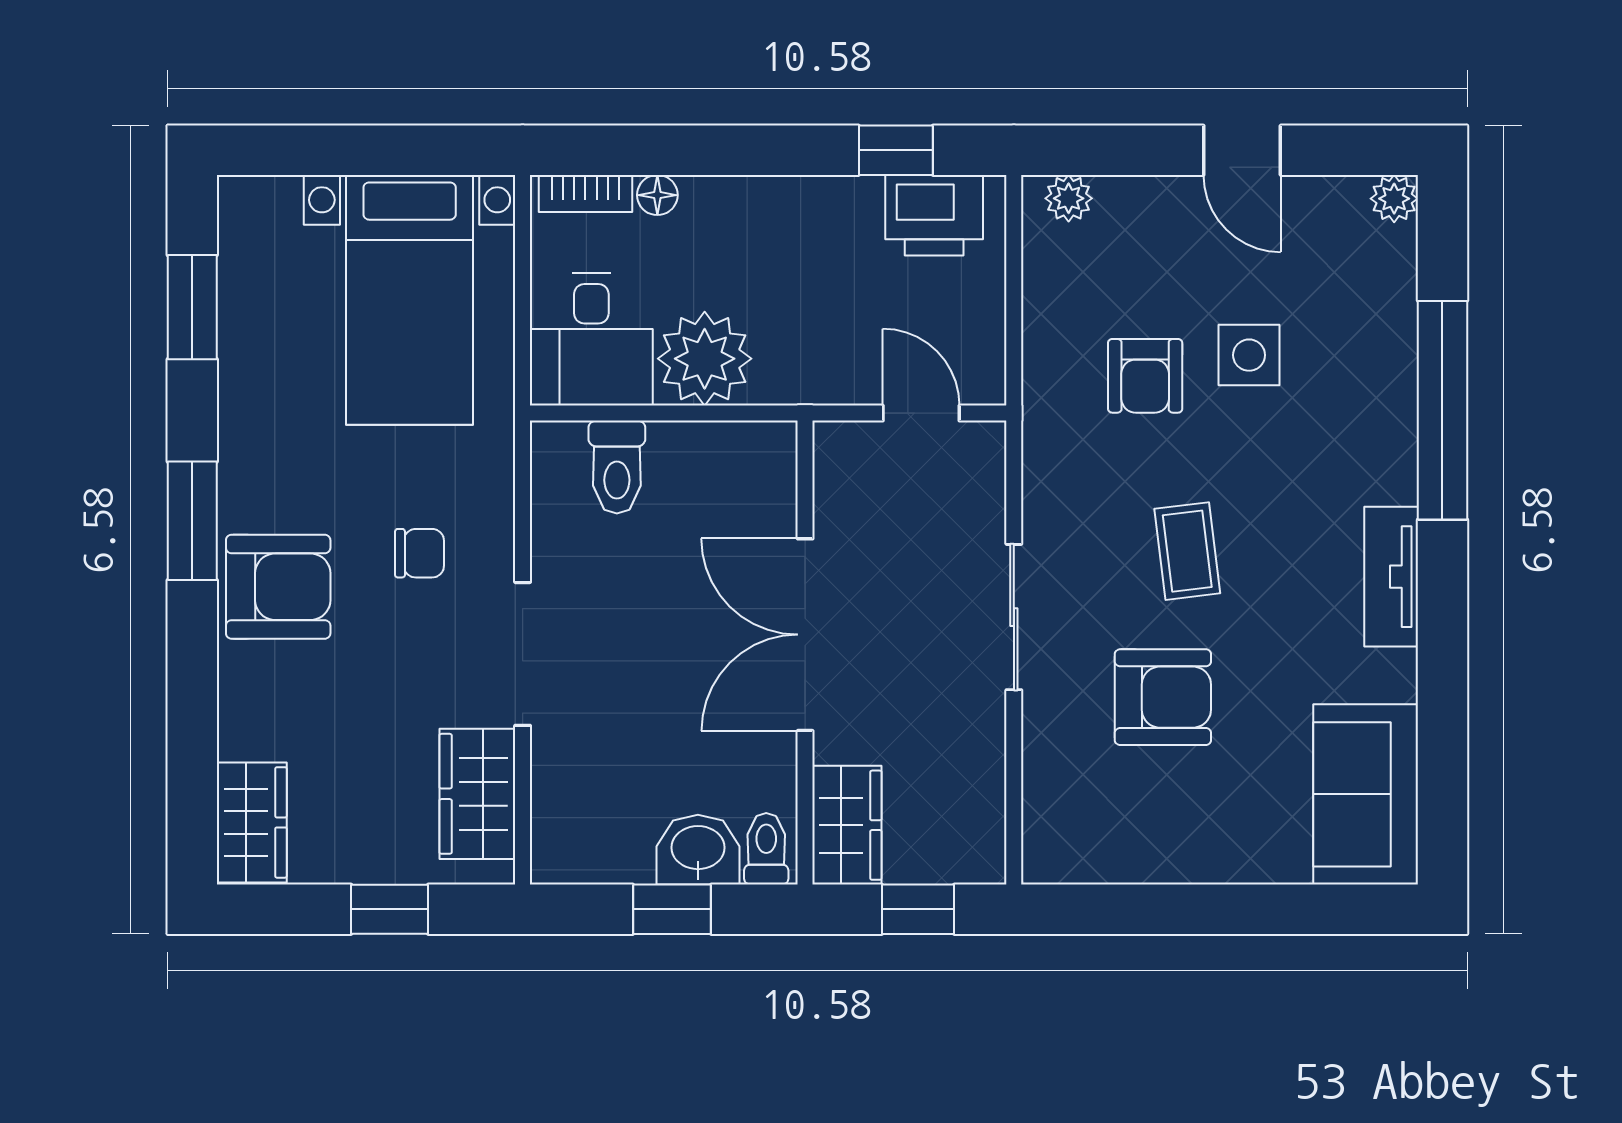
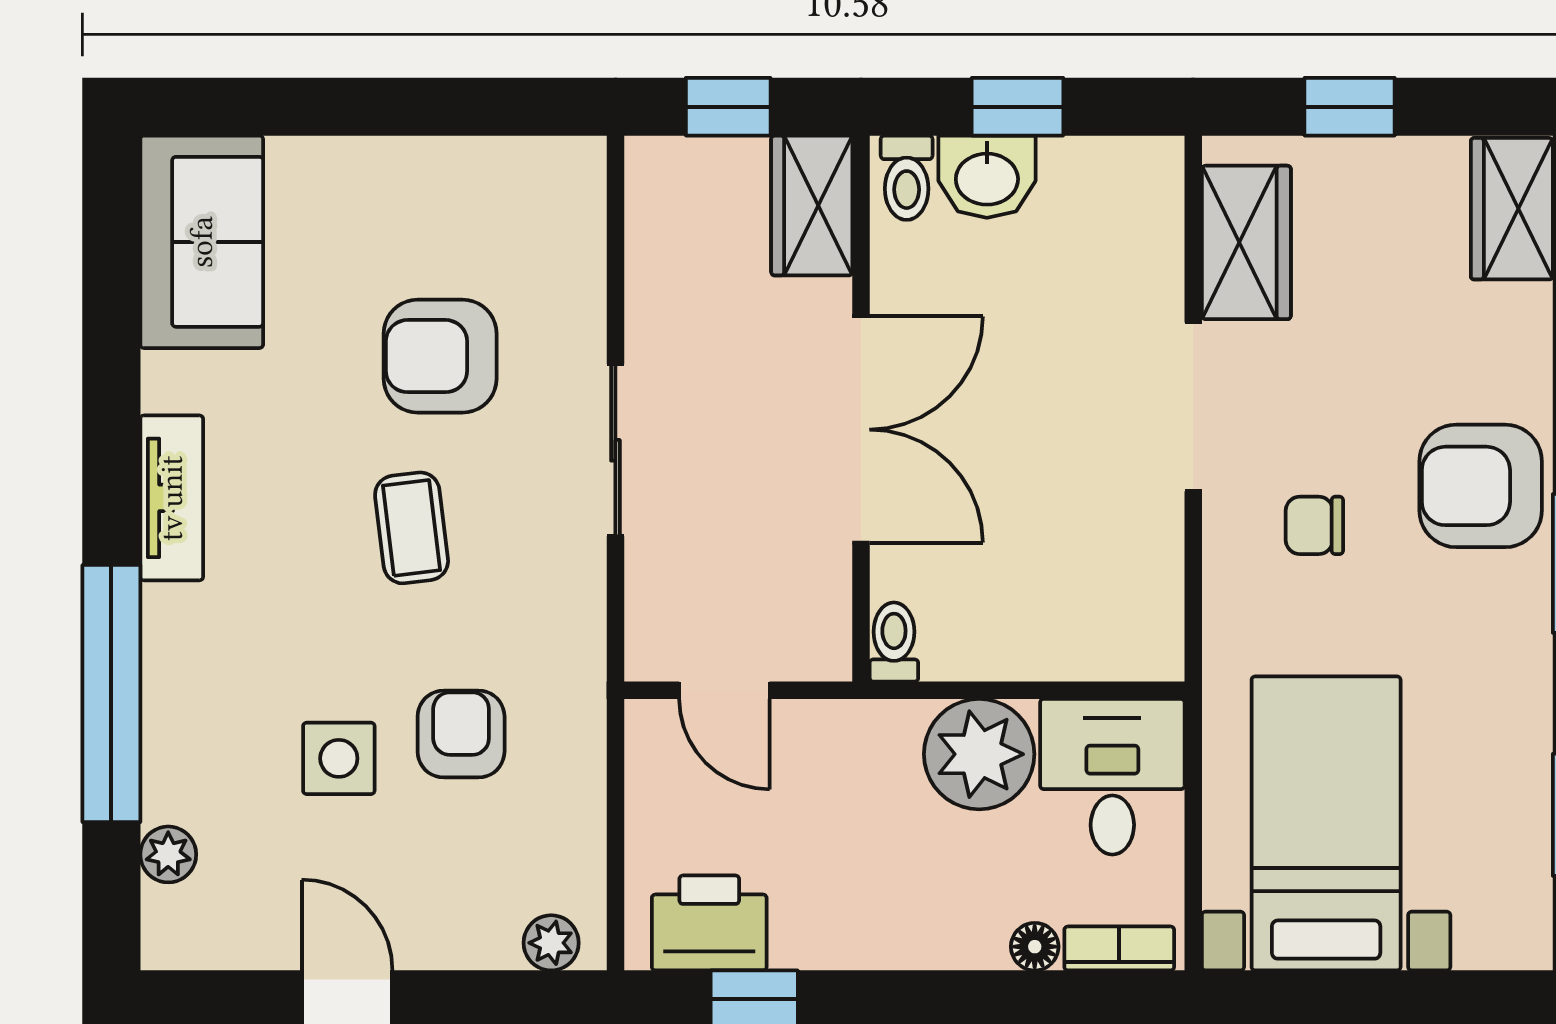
plant: (1394, 199) -> (168, 854), moved
toilet: (617, 467) -> (894, 642), moved, width x0.73, depth x0.72

